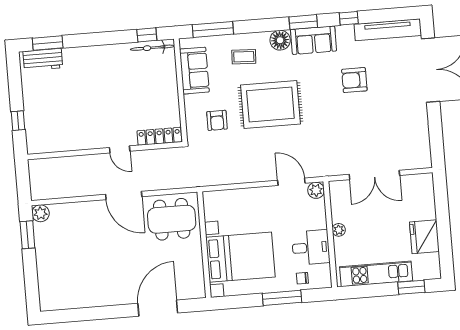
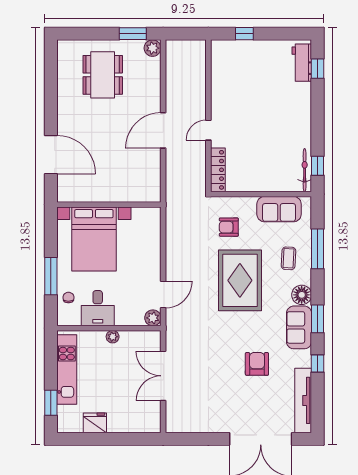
window: (213, 29) -> (318, 249), moved
window: (48, 43) -> (318, 69), width x0.67
dining table: (172, 219) -> (103, 75), moved
fridge: (424, 237) -> (95, 423), width x0.73, depth x0.75

